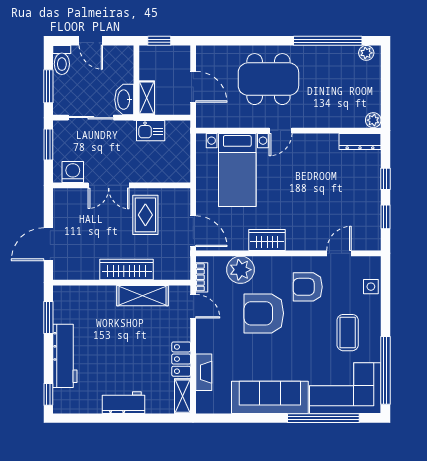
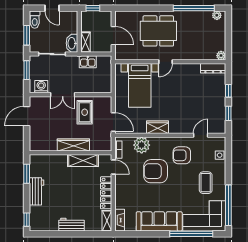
door: (48, 244) -> (27, 116), moved
workbench: (65, 356) -> (37, 191), width x0.73
locker: (181, 359) -> (106, 193), width x1.53
fireplace: (204, 372) -> (120, 220), moved

